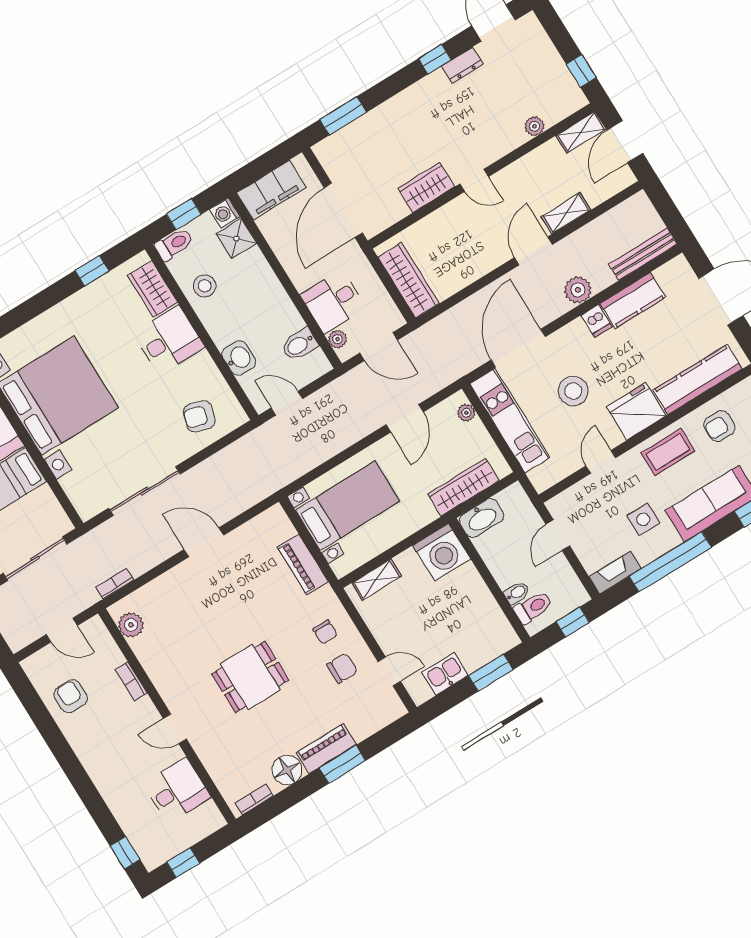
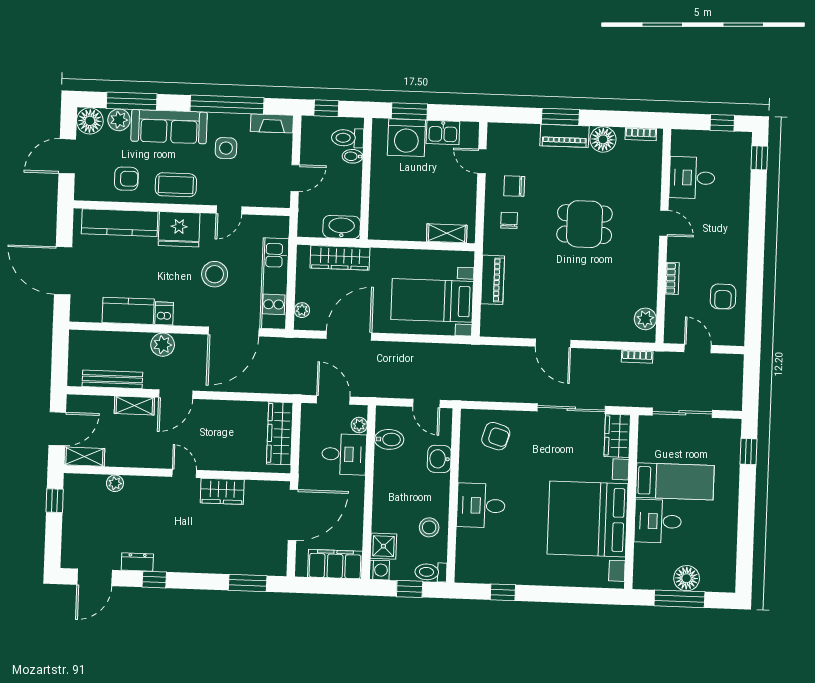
bench: (643, 254) -> (112, 379), moved
wardrobe: (153, 289) -> (617, 436), moved, turned 180
door: (405, 418) -> (349, 336), width x1.36
washing machine: (442, 552) -> (406, 138), moved, turned 180

